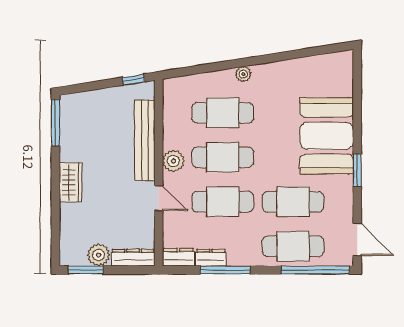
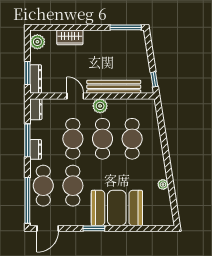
plant: (243, 74) -> (163, 184), moved
wardrobe: (71, 182) -> (70, 37), moved
door: (159, 198) -> (75, 96), swing flipped
plant: (99, 255) -> (37, 42), moved
dresser: (211, 258) -> (36, 149), moved
window: (86, 270) -> (27, 73), moved

